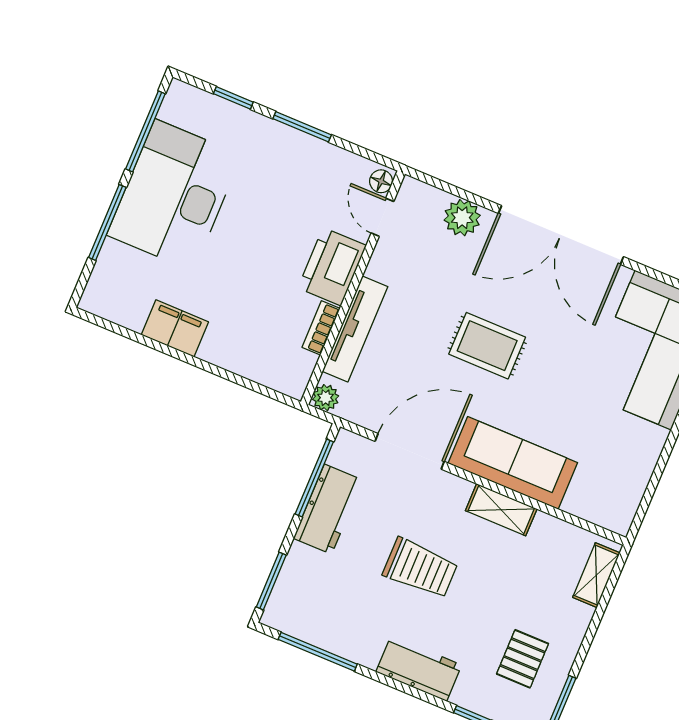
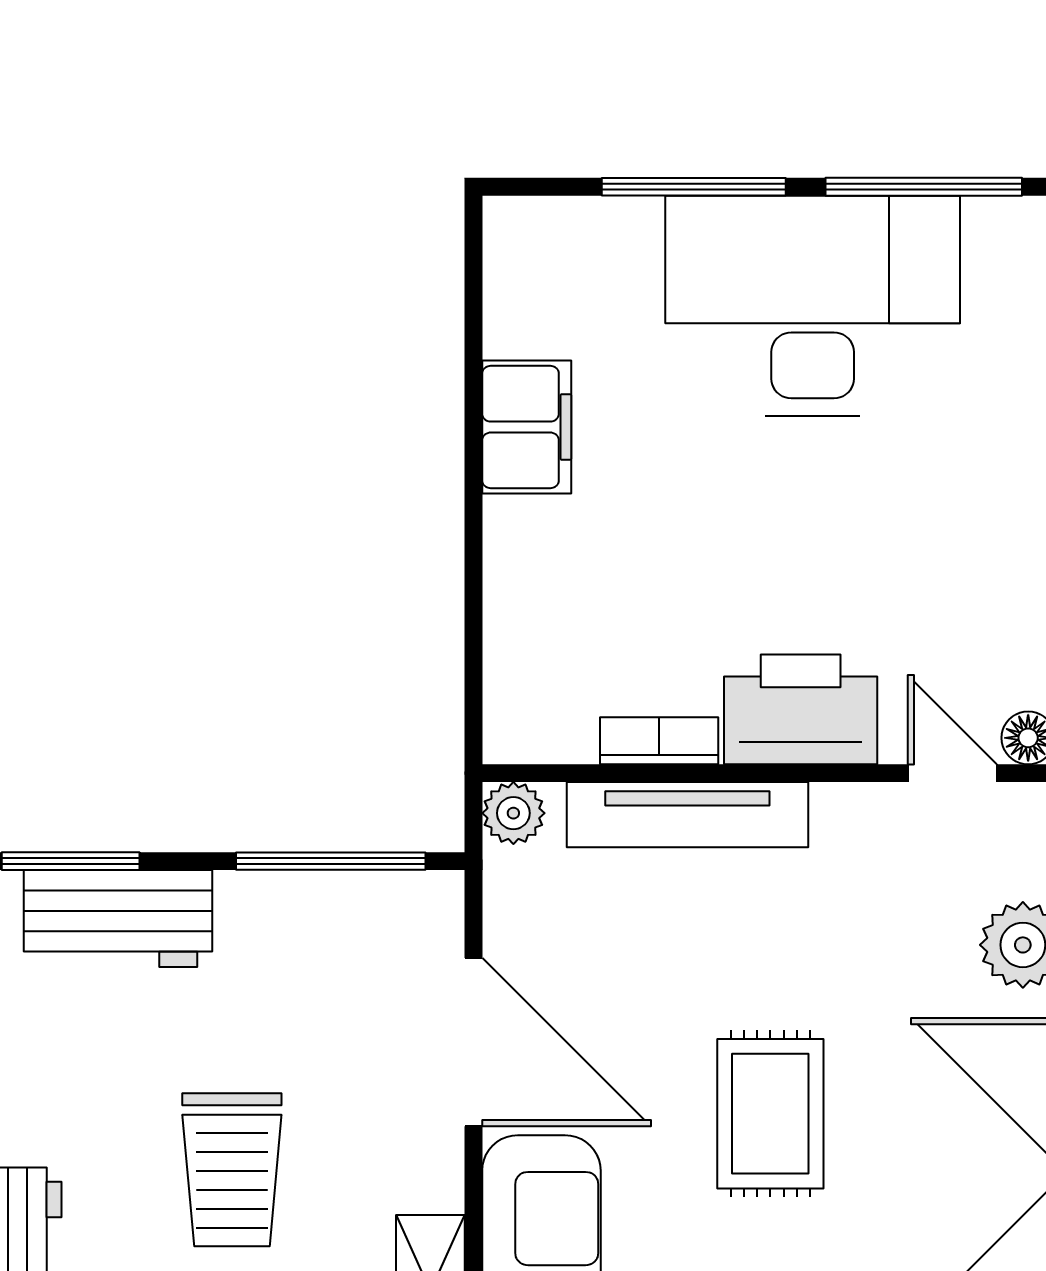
door: (382, 217) -> (952, 773), hinge flipped
workbench: (328, 509) -> (118, 919), moved

